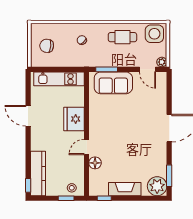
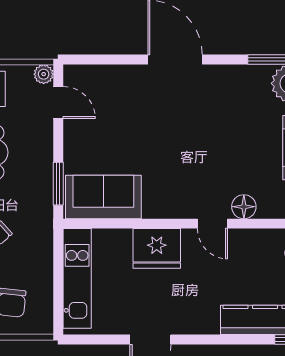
door: (148, 69) -> (58, 102), hinge flipped
sofa: (113, 83) -> (103, 197), moved, turned -90

